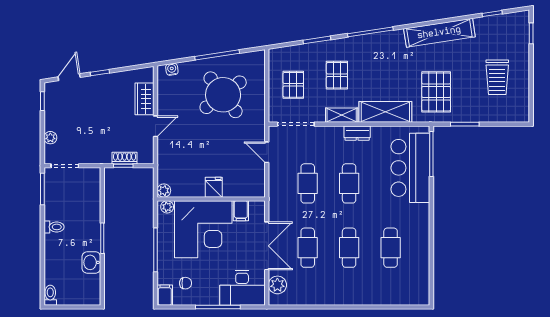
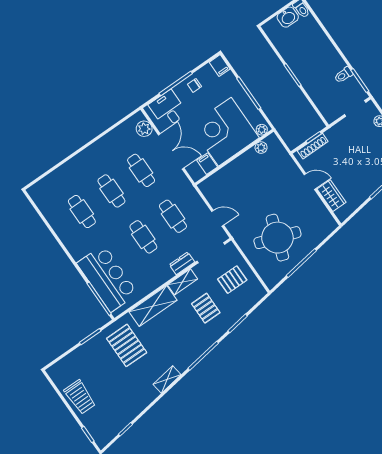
shelving: (439, 33) -> (167, 380), width x0.45, depth x0.75
water cooler: (172, 69) -> (327, 230), removed
trolley: (497, 77) -> (80, 397), moved, turned 180
pallet: (293, 85) -> (232, 280), turned 90
round table: (223, 95) -> (277, 238), turned -34
door: (155, 126) -> (310, 182), swing flipped
dresser: (357, 133) -> (182, 263), moved
shoe rack: (125, 158) -> (313, 146), width x1.43
fridge: (214, 187) -> (238, 167), removed
plant: (164, 191) -> (261, 148), moved
toilet: (54, 227) -> (344, 75), moved
double door: (267, 246) -> (171, 151), swing flipped
washbasin: (91, 262) -> (288, 17), moved, turned 90
chair: (186, 283) -> (195, 85), moved
desk: (242, 288) -> (168, 109), width x0.73

